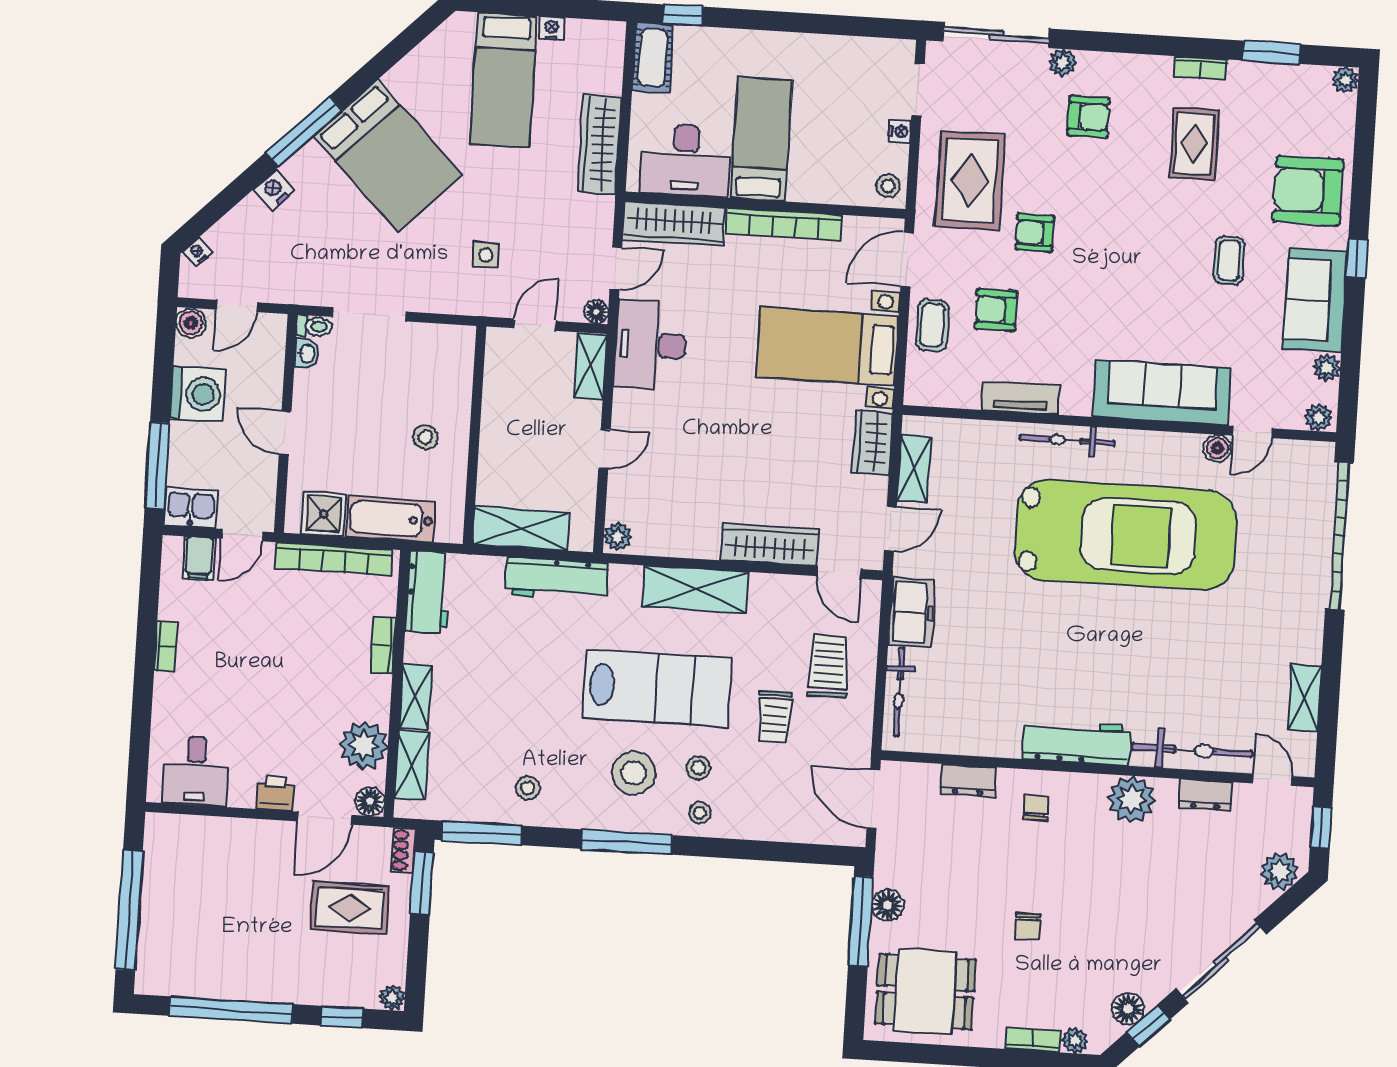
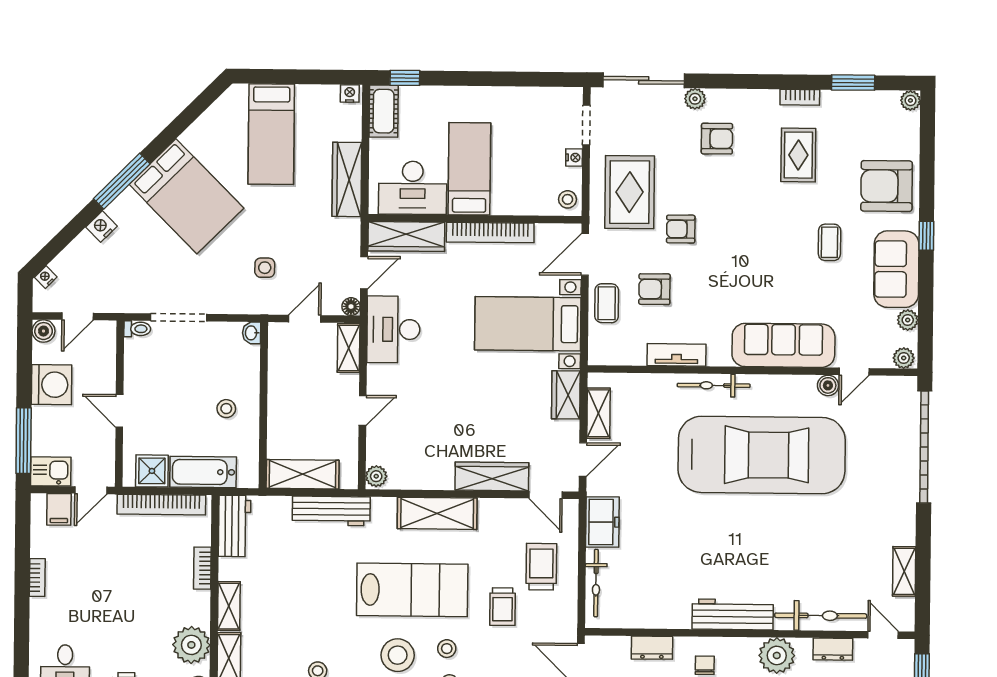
nightstand: (551, 28) -> (350, 93), moved
washbasin: (307, 354) -> (252, 333), moved, turned 180

